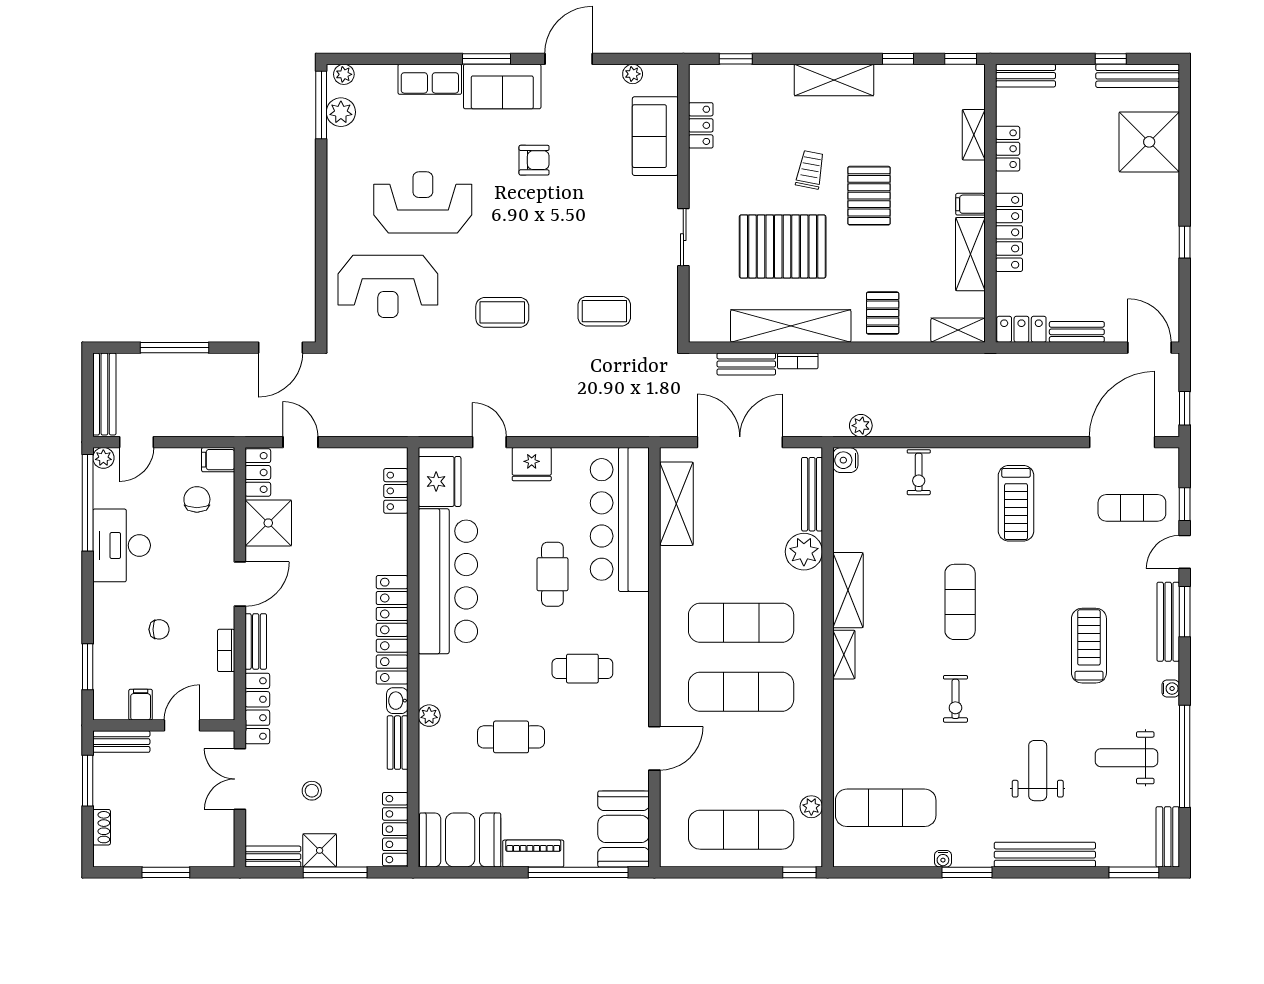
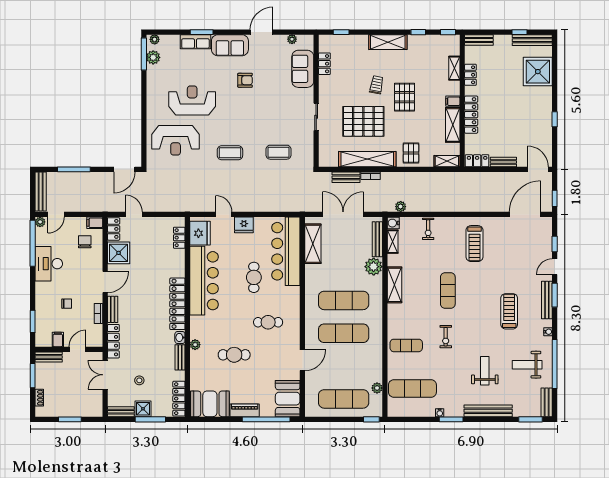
window: (487, 59) -> (202, 32), moved
exercise mat: (1132, 508) -> (406, 345), moved
shelving: (844, 655) -> (393, 242), moved

